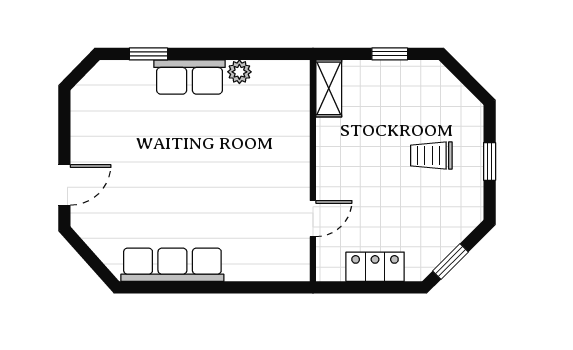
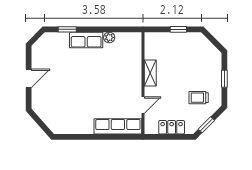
shelving: (329, 88) -> (150, 73), moved
trolley: (431, 156) -> (199, 98), moved
door: (64, 185) -> (29, 78), moved
row of seats: (172, 265) -> (118, 126), moved

